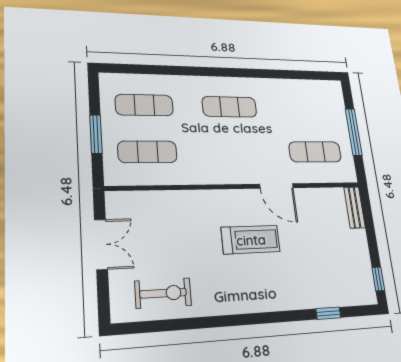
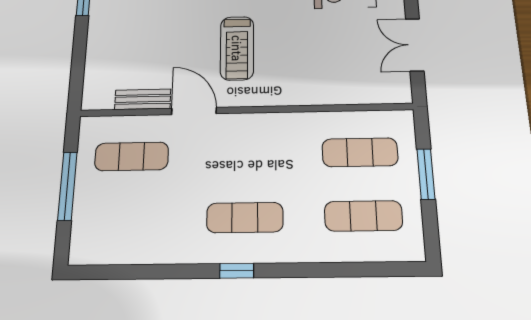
window: (231, 72) -> (237, 271), added
bench: (354, 207) -> (143, 99), moved, turned 90
treadmill: (251, 240) -> (237, 48), turned -90

